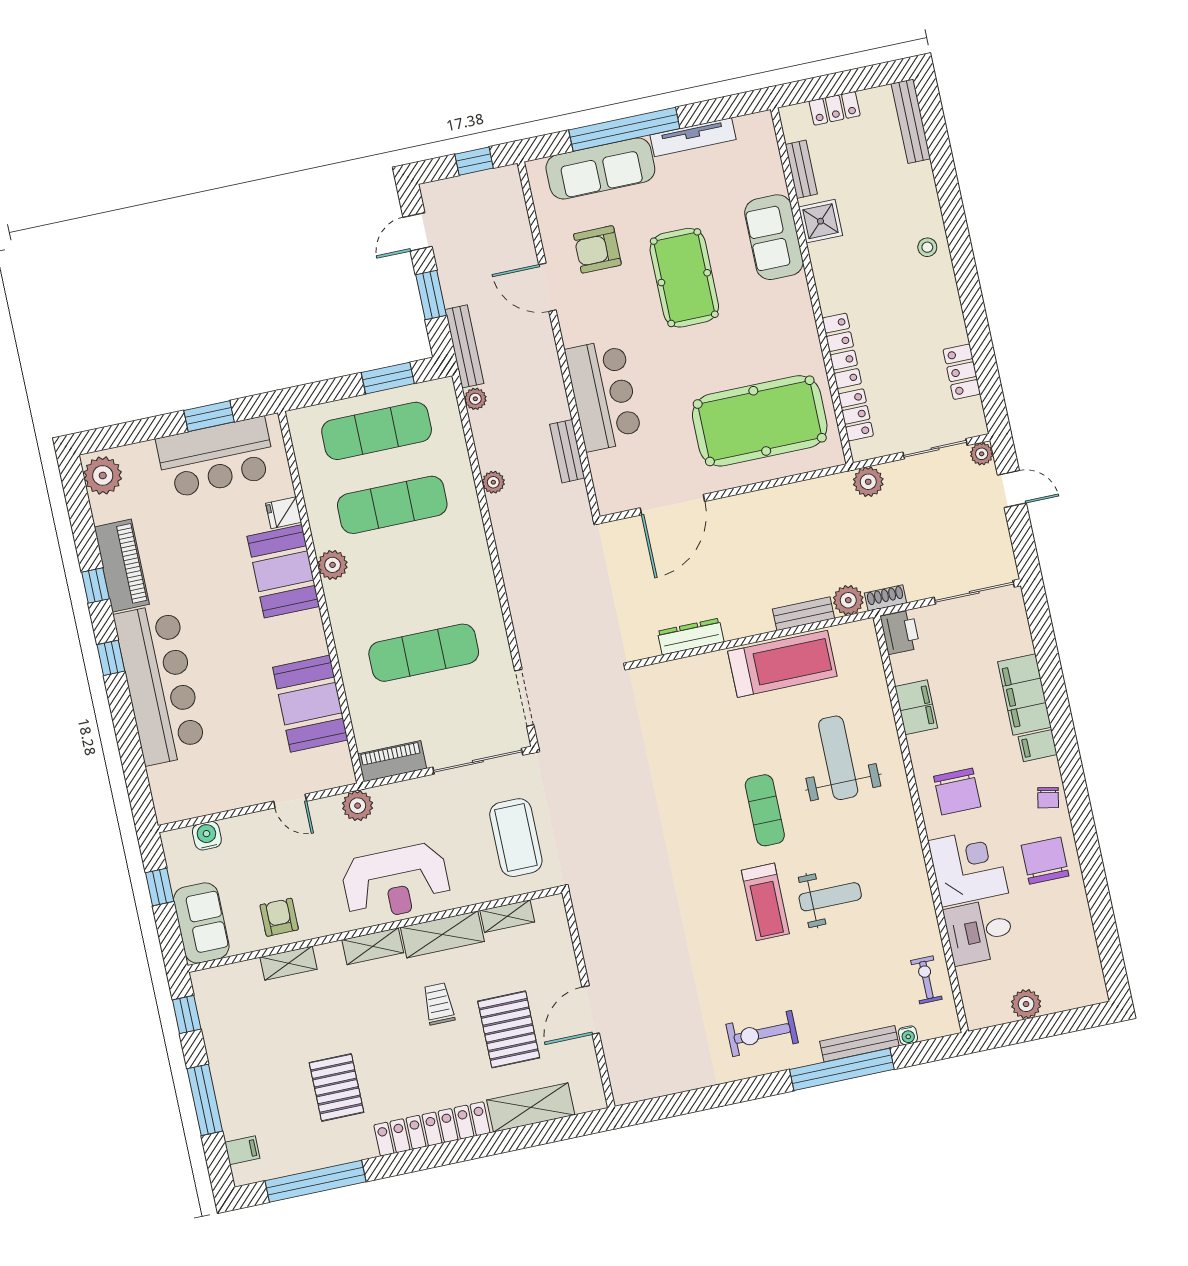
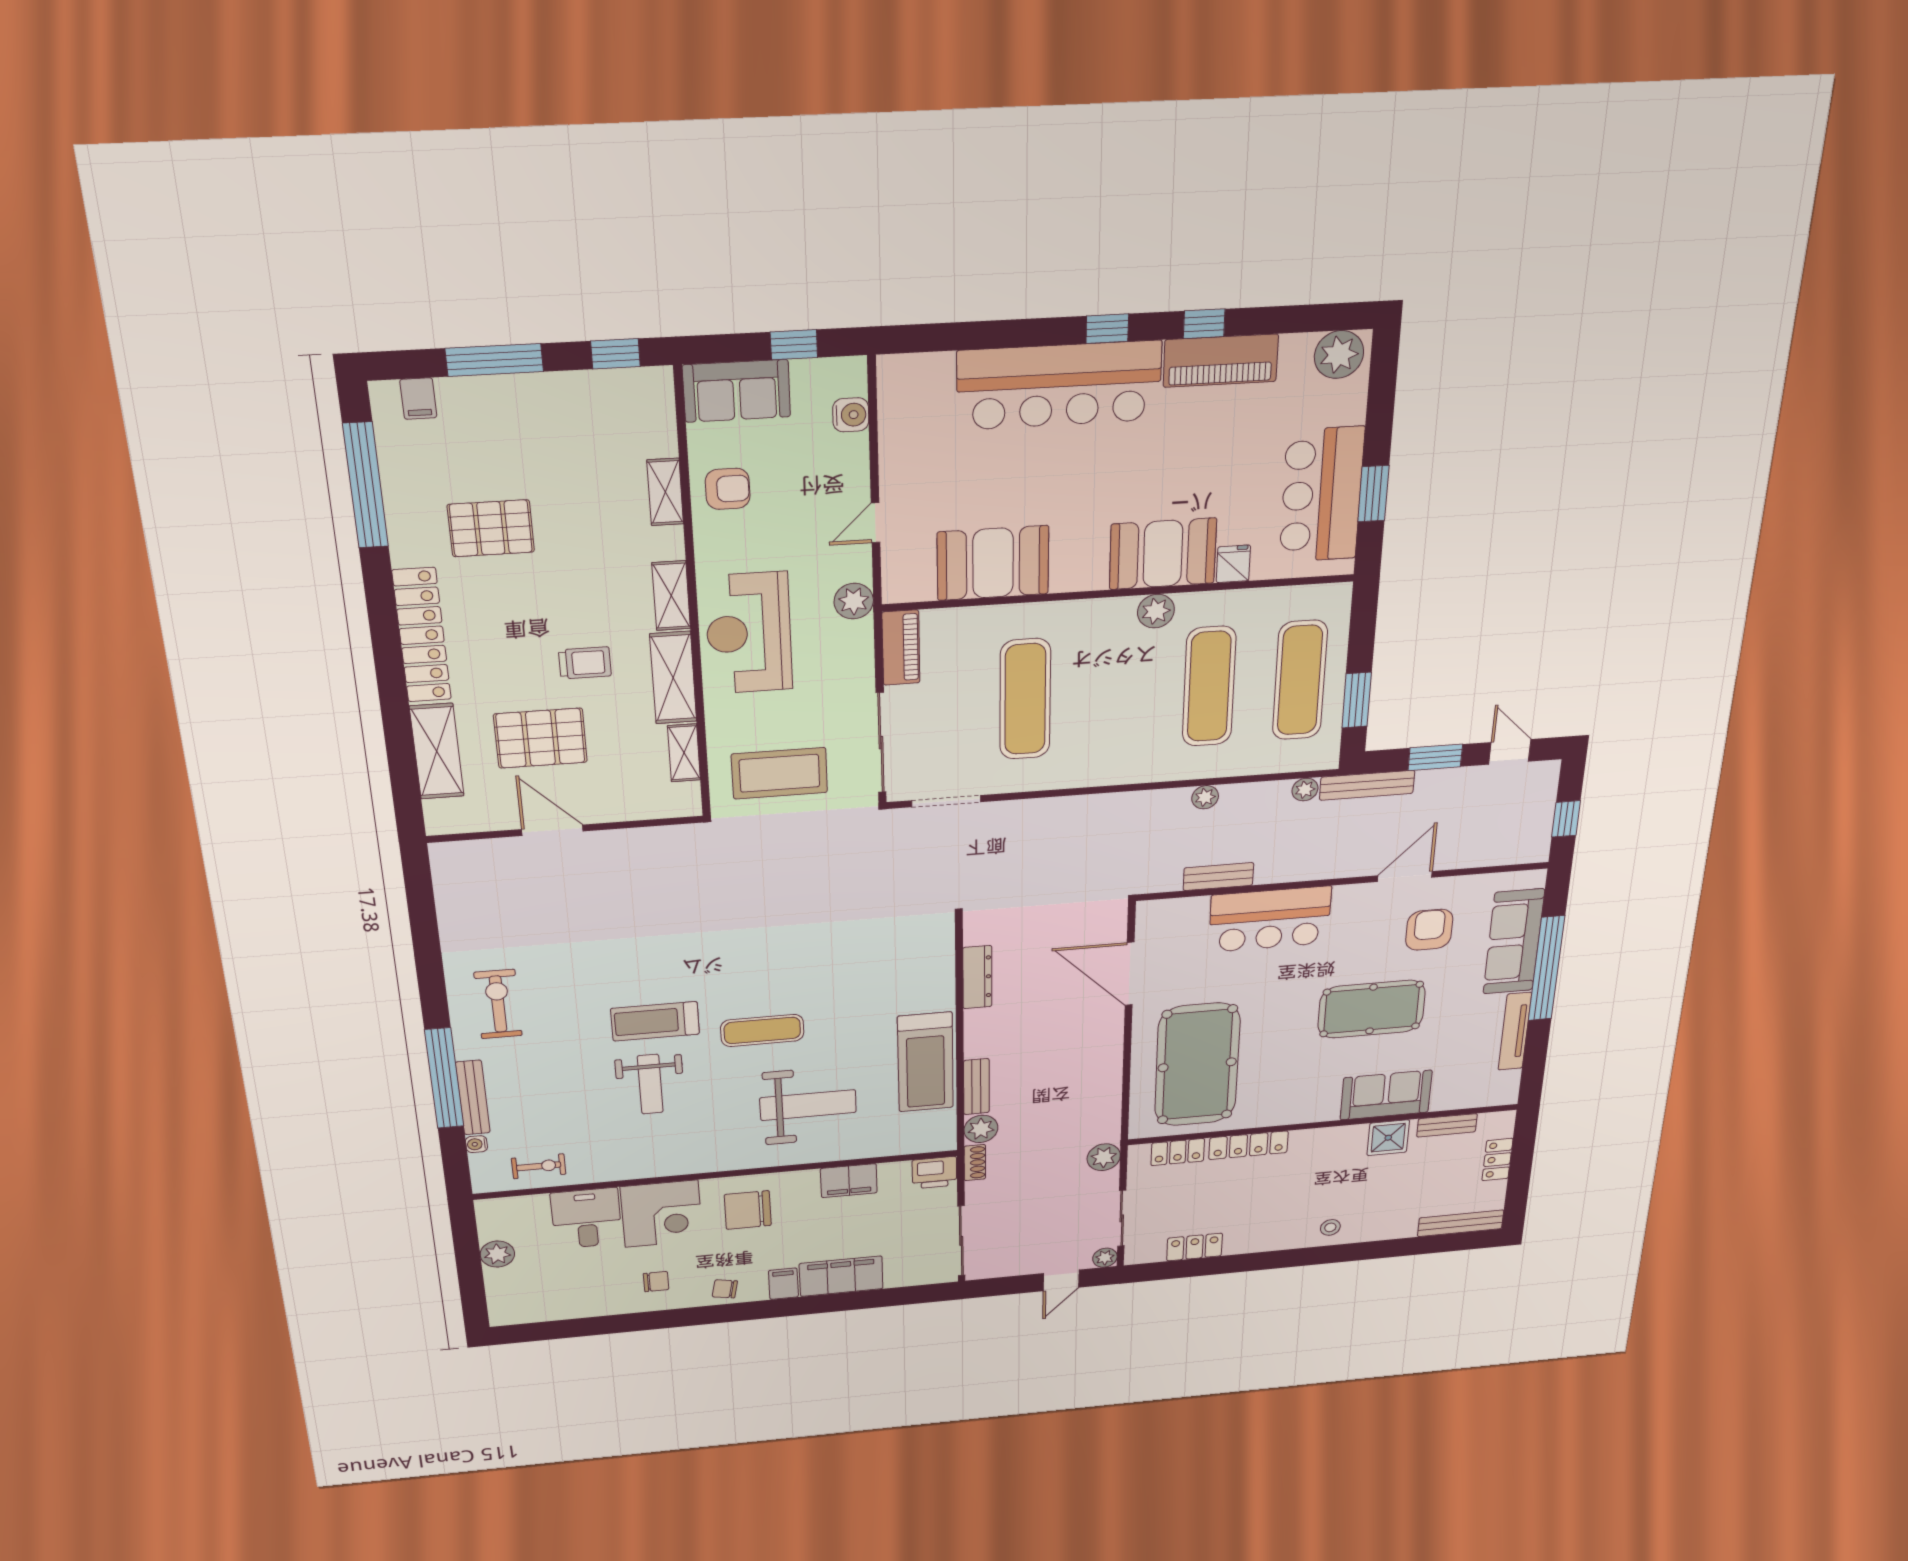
chair: (1045, 861) -> (656, 1282), width x0.54, depth x0.54

